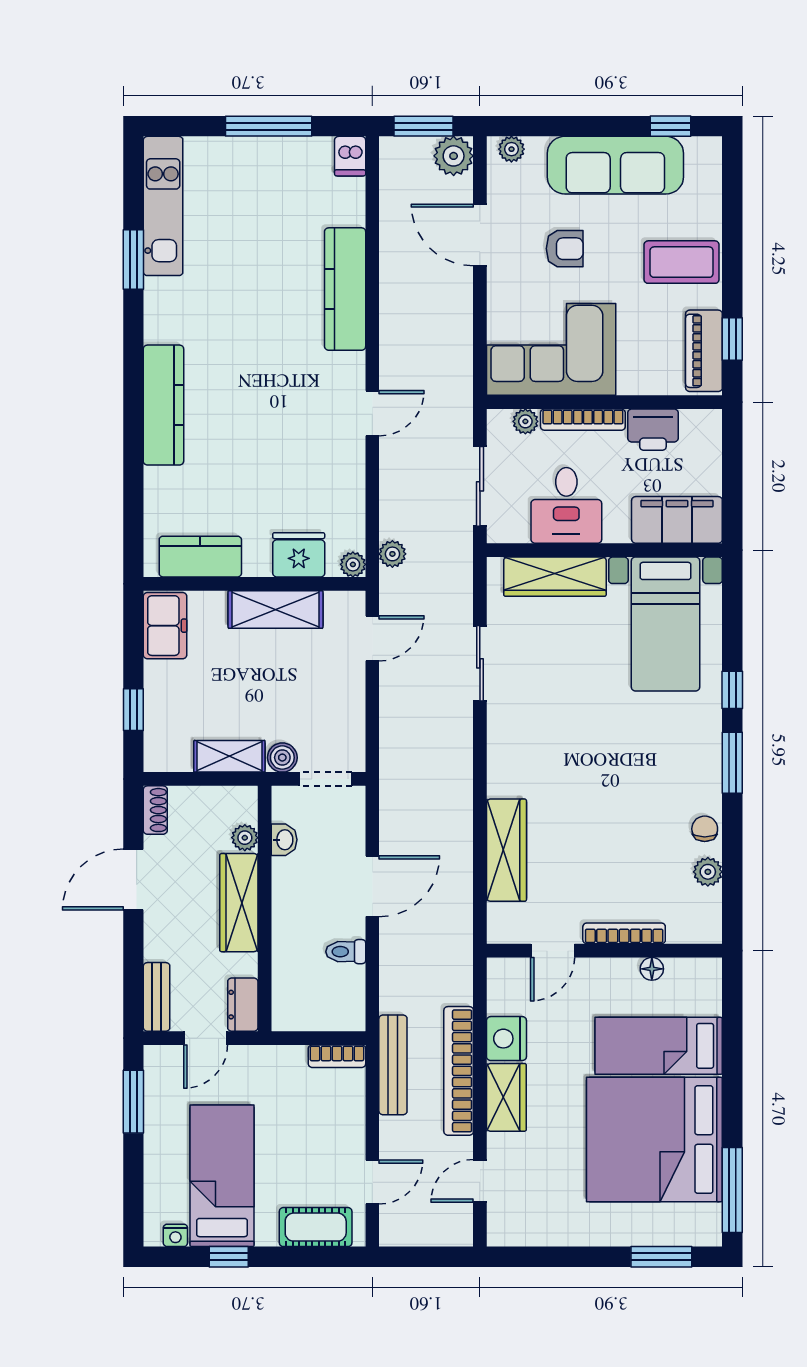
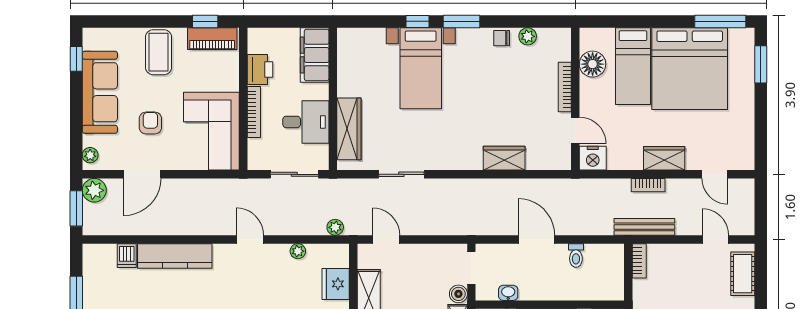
dishwasher: (350, 156) -> (127, 256), moved, turned 90
plant: (525, 421) -> (255, 147), removed
plant: (353, 564) -> (298, 251), moved
bed with nightstands: (666, 624) -> (421, 68), moved, turned 90
wardrobe: (507, 850) -> (504, 158), width x0.67
floor lamp: (652, 969) -> (593, 64), width x1.89, depth x1.89
nightstand: (506, 1039) -> (593, 158), moved
bookcase: (459, 1071) -> (648, 185), width x0.43, depth x0.76

